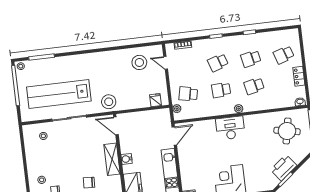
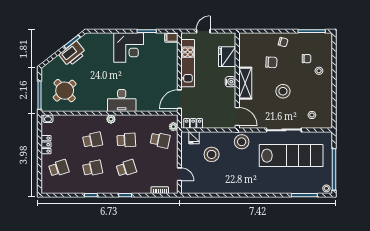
stool: (139, 62) -> (212, 154), moved
locker: (158, 114) -> (193, 123), added
round table: (287, 131) -> (65, 91), turned 37
stool: (74, 156) -> (283, 91), added

